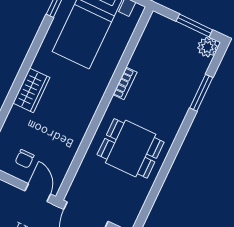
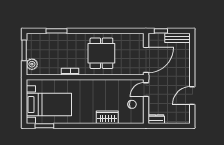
plant: (207, 47) -> (32, 64), moved
wardrobe: (31, 90) -> (107, 117), moved

